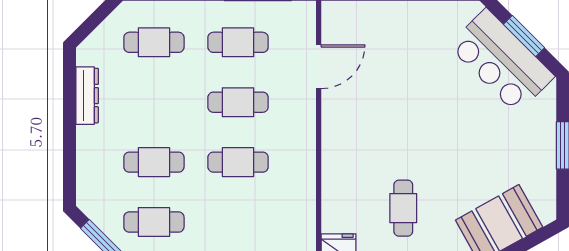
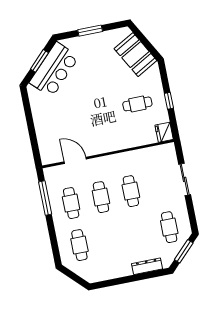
dresser: (87, 96) -> (147, 266), moved
cafe table: (154, 162) -> (139, 233), removed

